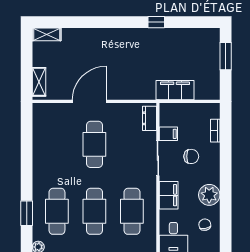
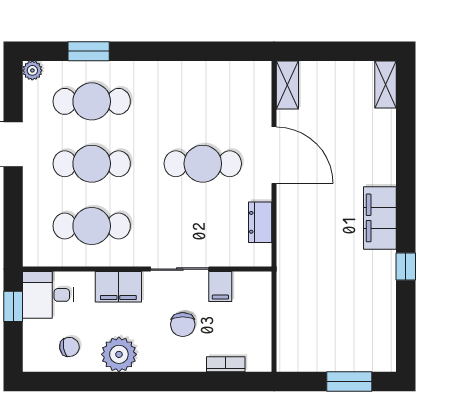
shelving: (39, 82) -> (287, 85), moved, turned 90
filing cabinet: (175, 90) -> (380, 218), moved, turned 180
dresser: (149, 118) -> (260, 222), moved, turned -90

